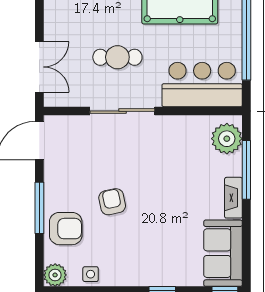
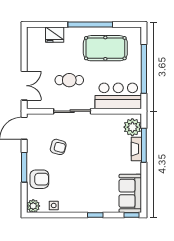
fireplace: (233, 198) -> (136, 149), moved
armchair: (112, 202) -> (58, 147), moved, turned 117

